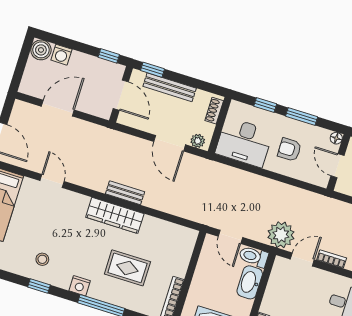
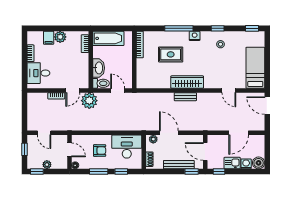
kitchen sink: (83, 63) -> (232, 163), added

